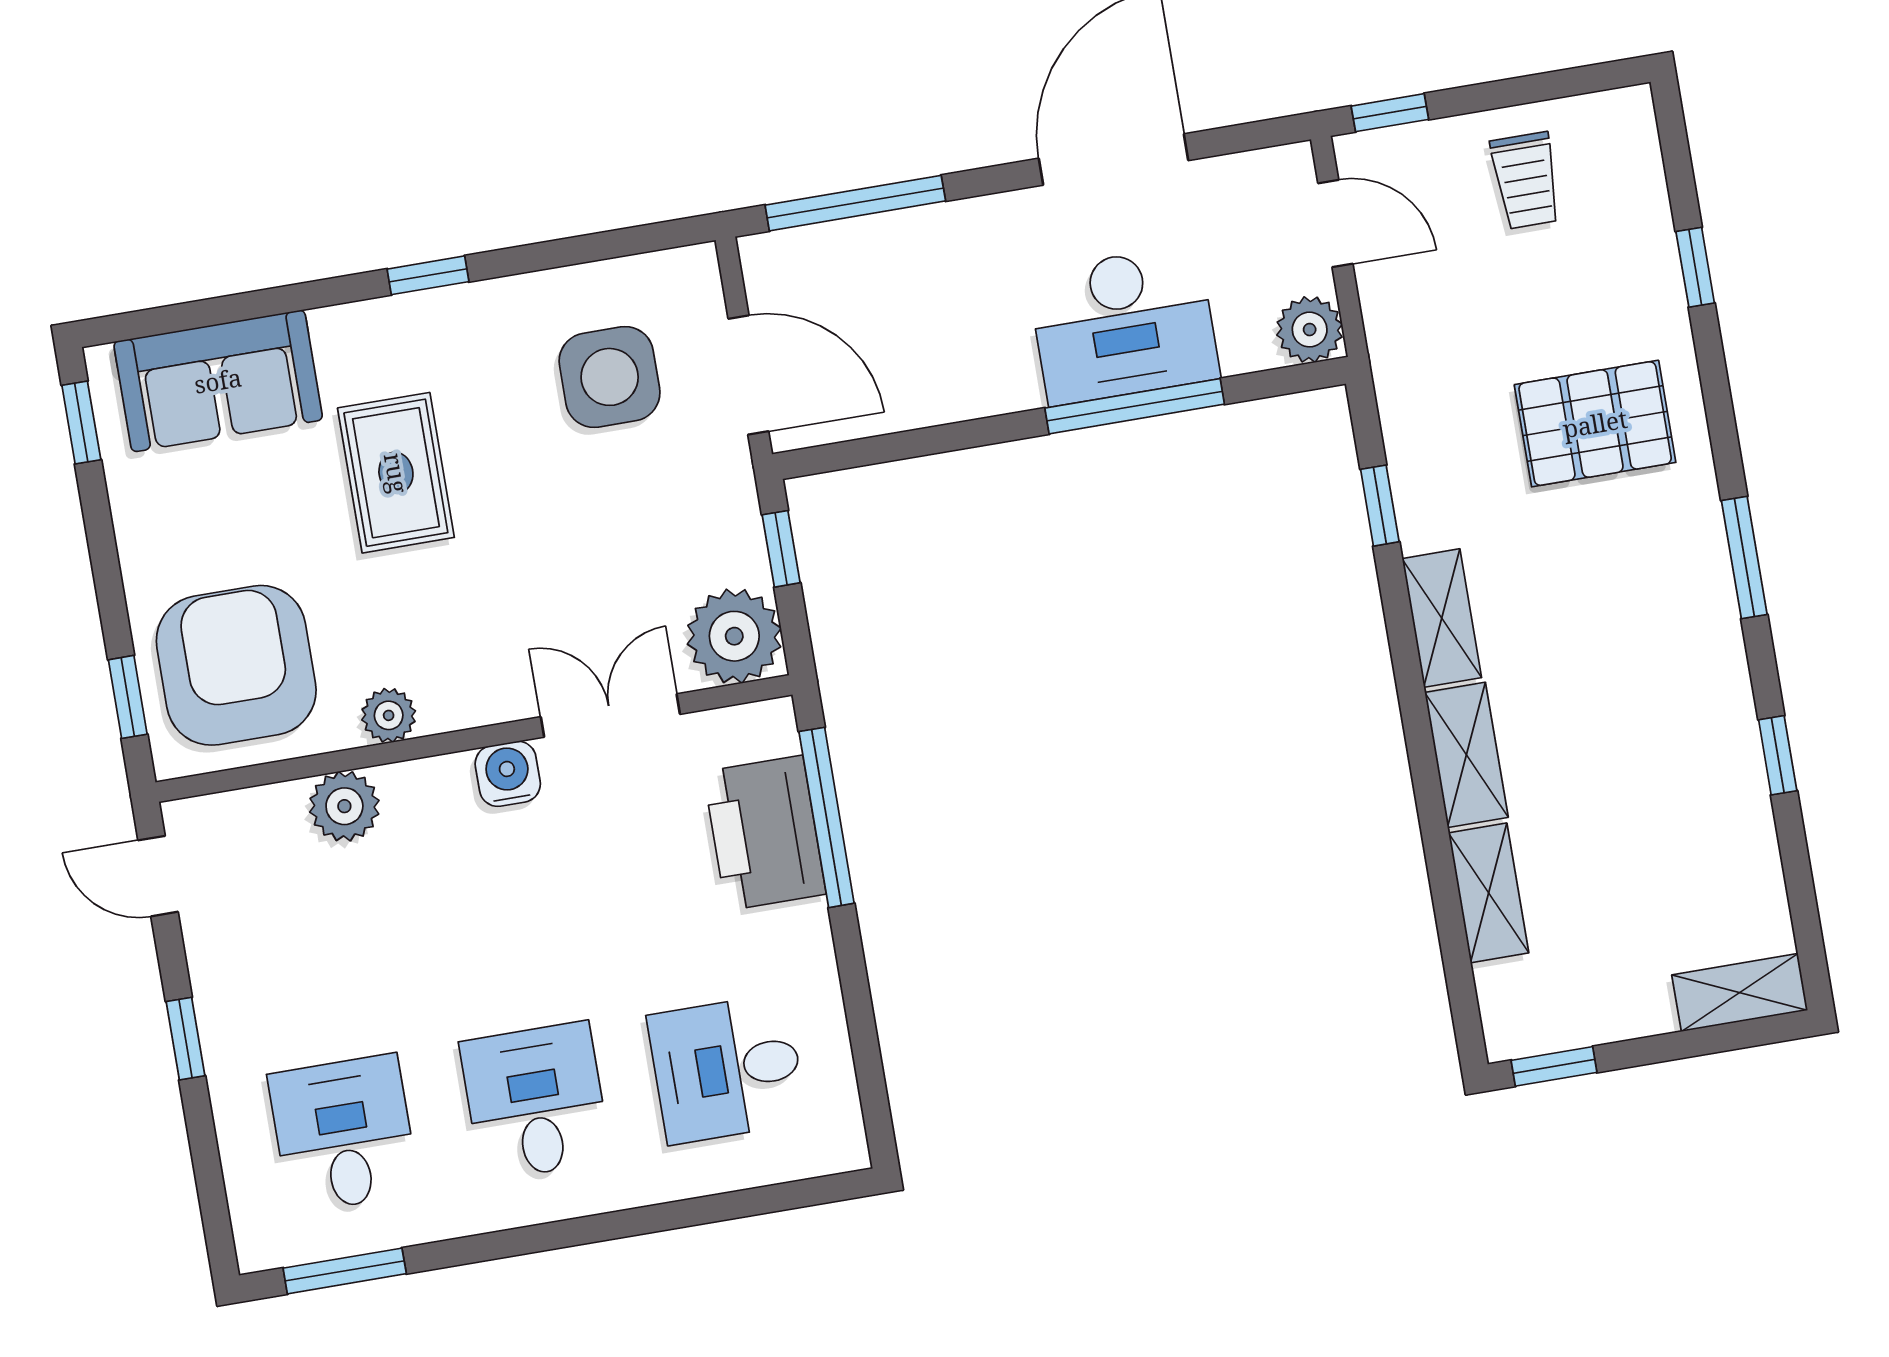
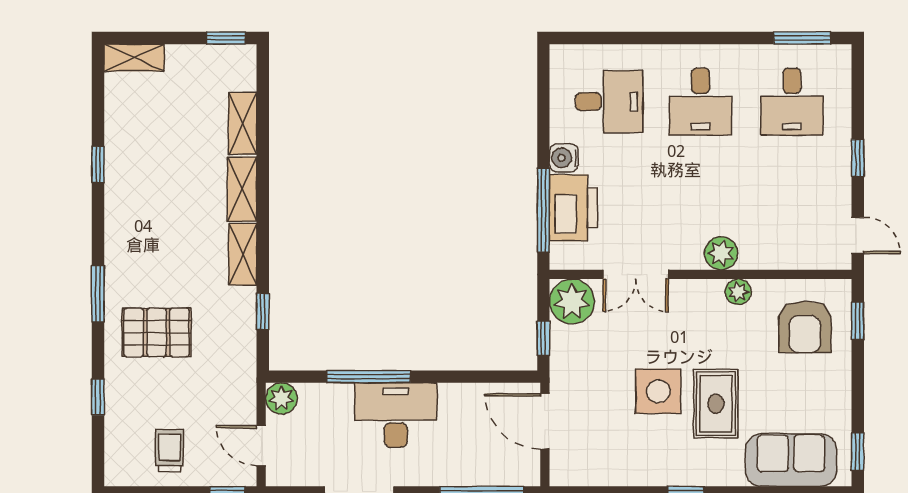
desk: (1124, 325) -> (396, 415), moved
side table: (610, 377) -> (658, 391), moved
window: (1744, 557) -> (98, 294), moved
armchair: (236, 665) -> (805, 327), width x0.73, depth x0.73
water cooler: (508, 774) -> (564, 158), moved, turned 90
plant: (344, 806) -> (721, 253), moved

